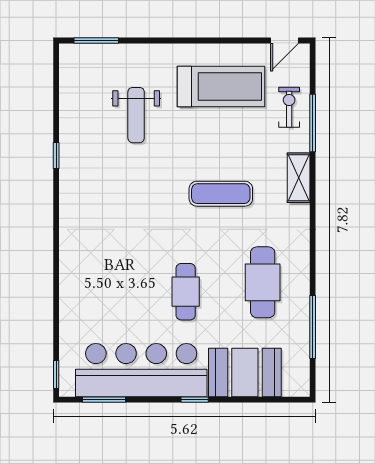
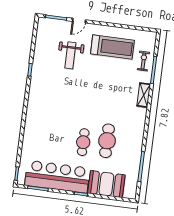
door: (285, 41) -> (79, 21), moved
exercise mat: (221, 194) -> (106, 98), removed
cafe table: (263, 282) -> (107, 141), moved

